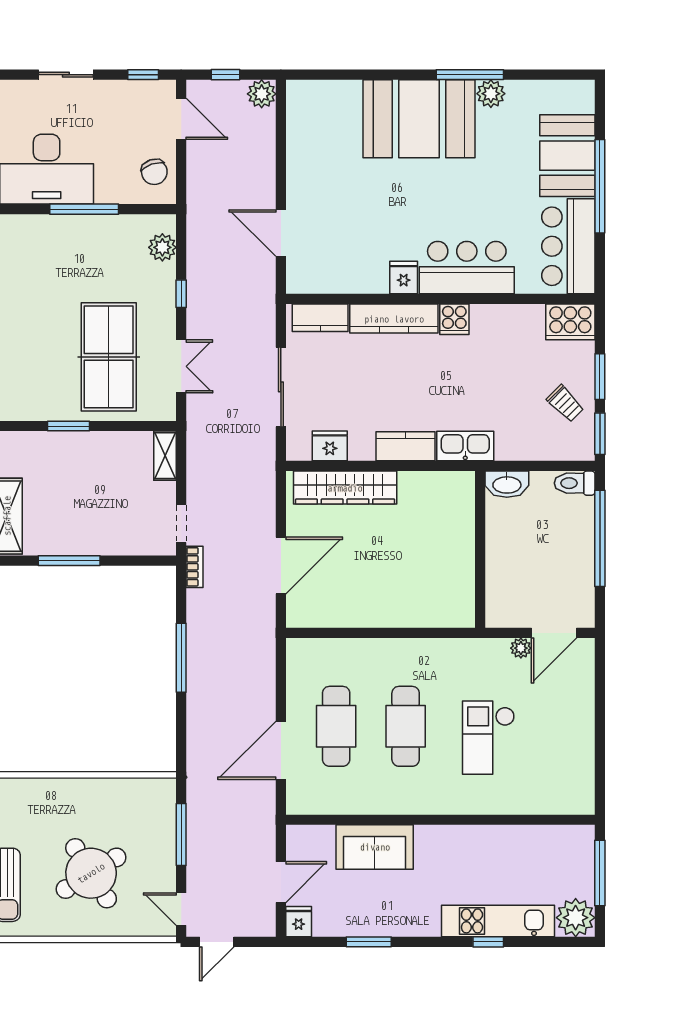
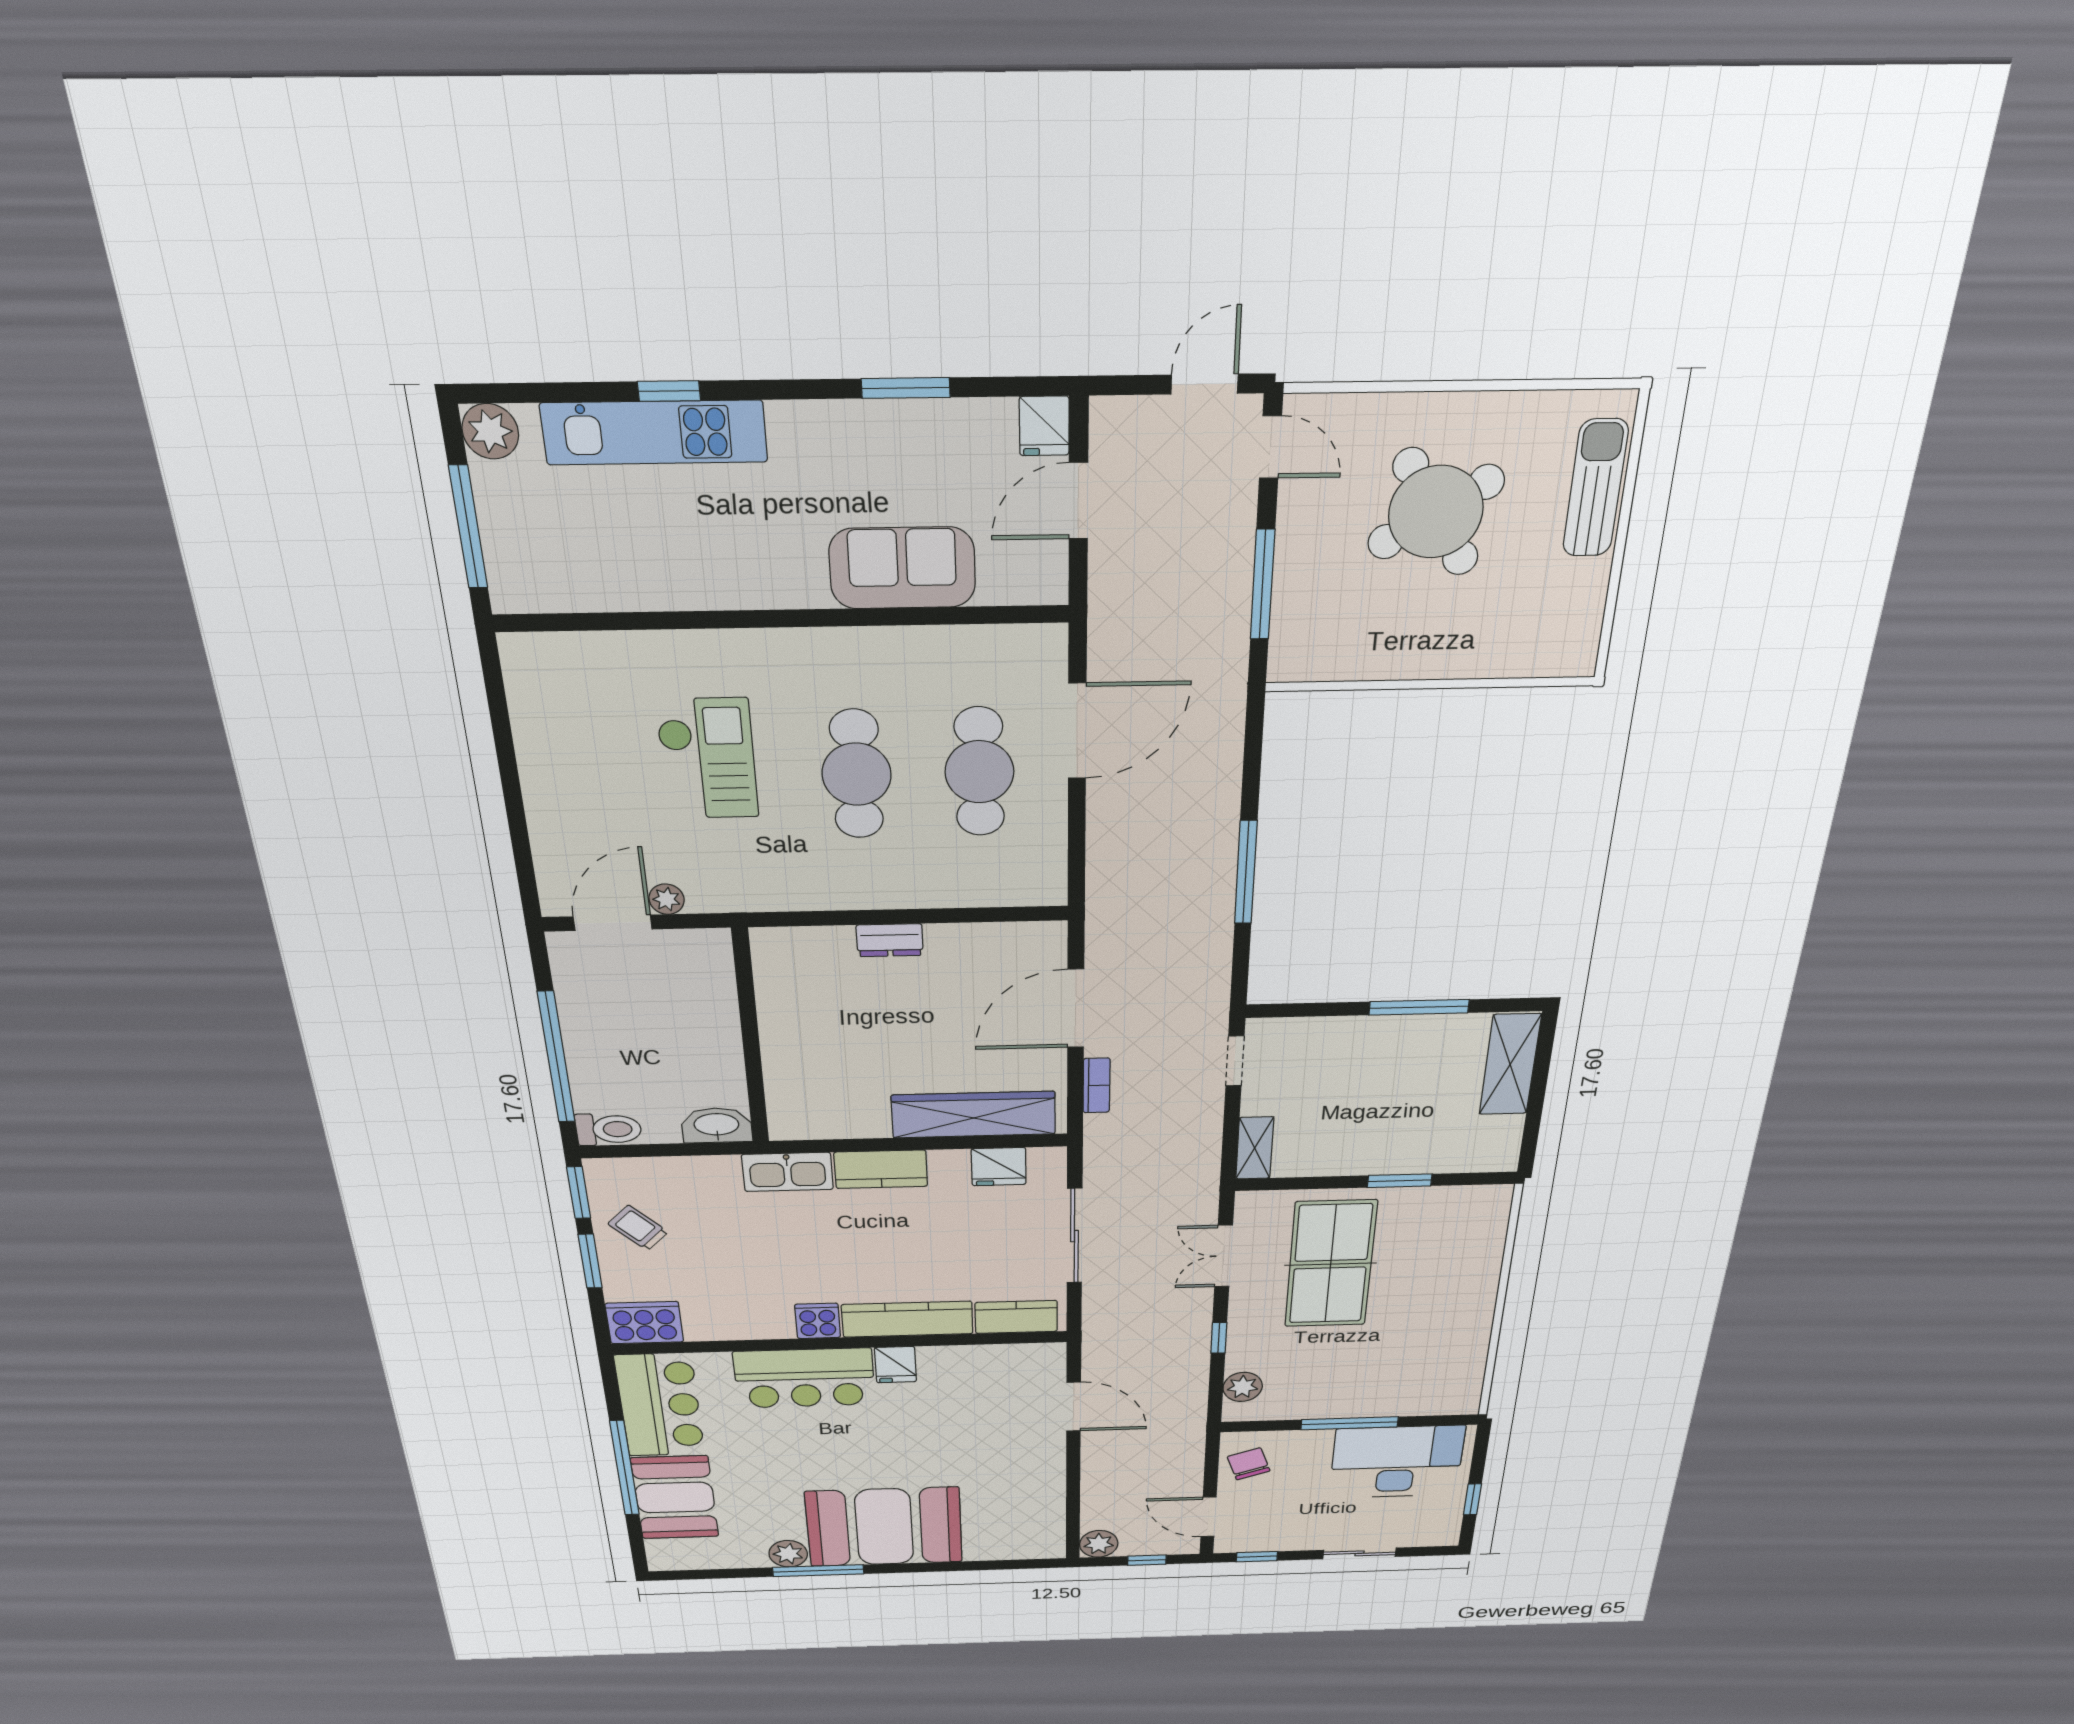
bookcase: (194, 567) -> (1096, 1085), moved, turned 180
dresser: (392, 617) -> (890, 940), added
plant: (576, 918) -> (490, 431), width x0.73, depth x0.73

